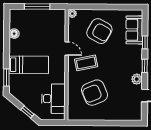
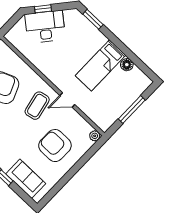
armchair: (99, 31) -> (55, 146), turned 61
bed: (29, 65) -> (101, 65), moved
desk: (53, 99) -> (45, 27), moved, turned 130

